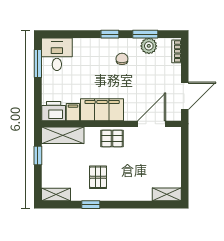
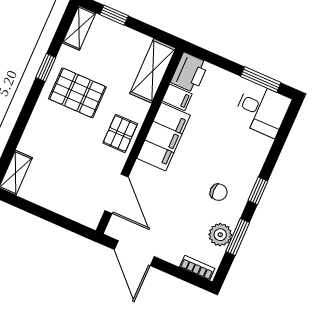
window: (38, 155) -> (114, 15), moved
pallet: (98, 177) -> (77, 93), width x1.50, depth x1.42

